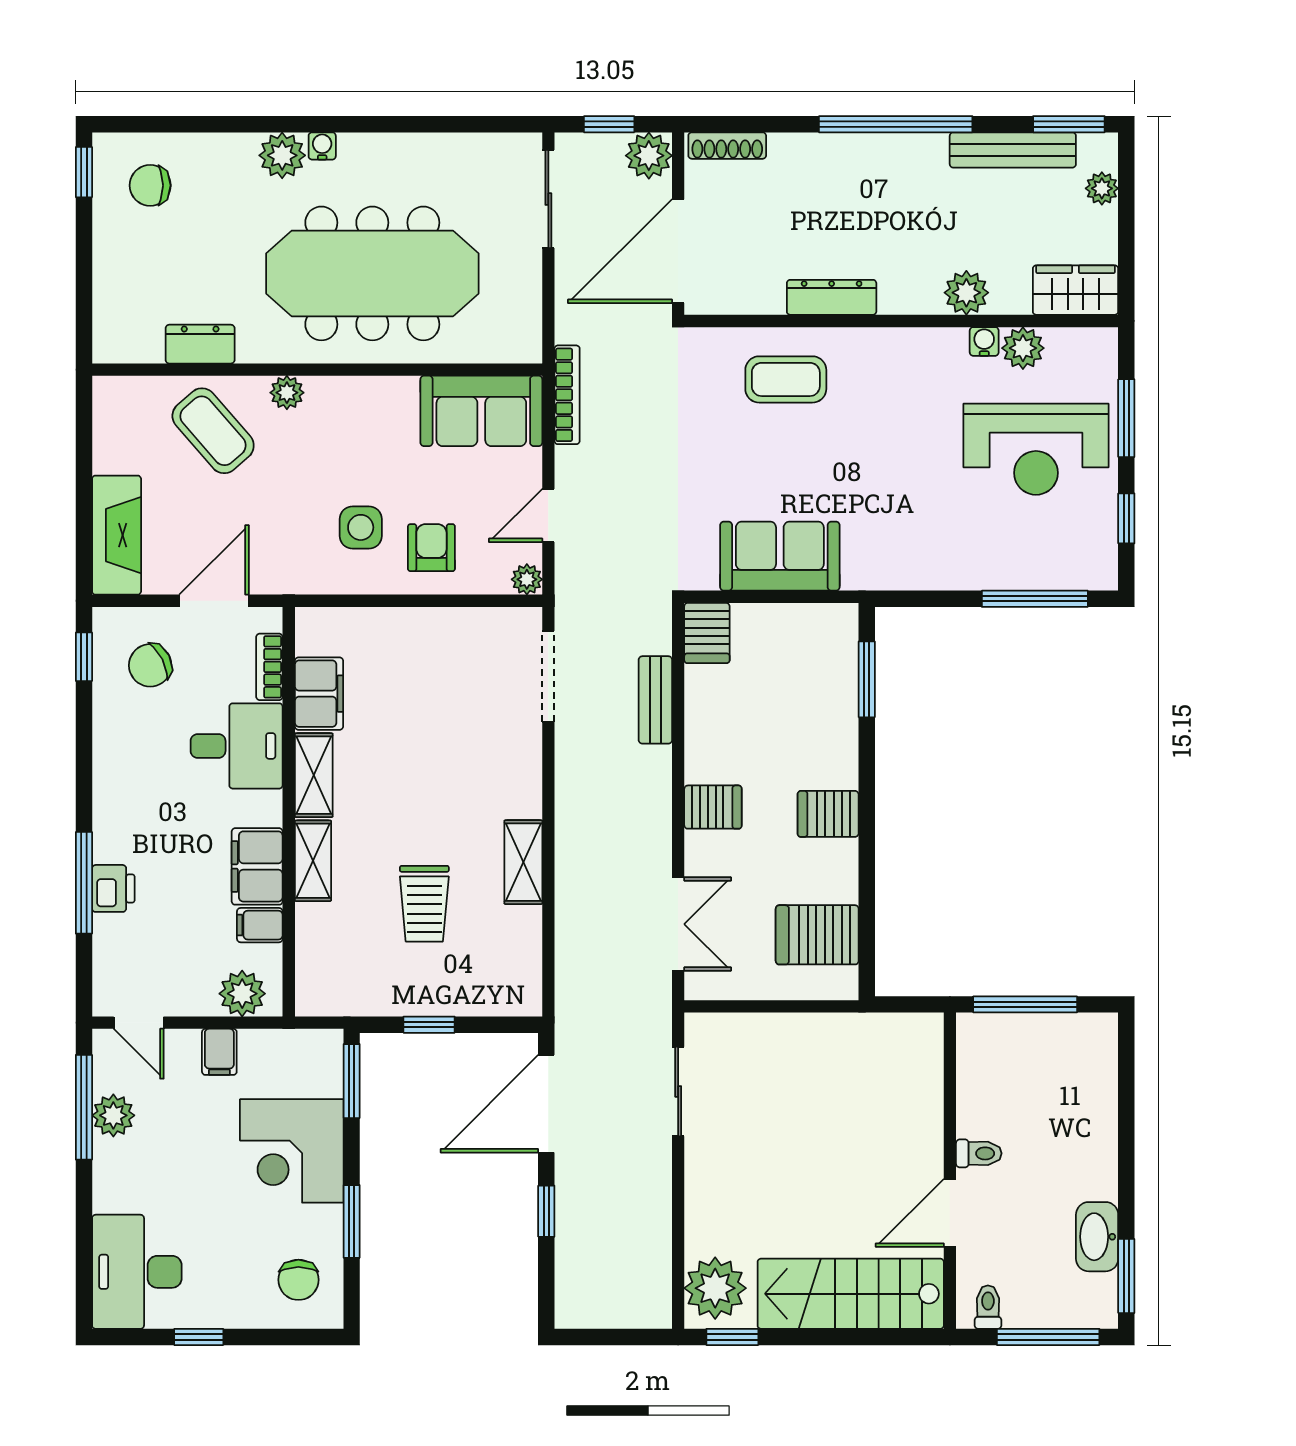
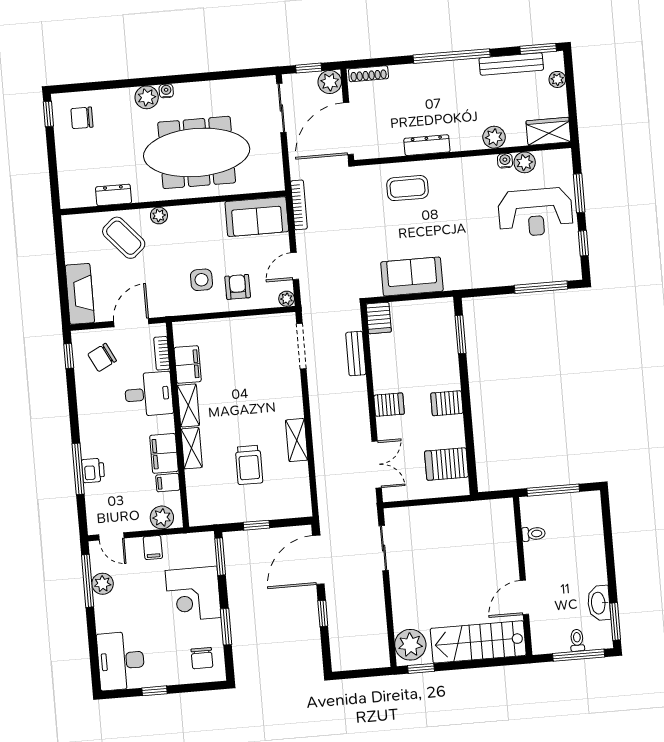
toilet: (979, 1153) -> (534, 534), moved
toilet: (988, 1307) -> (577, 640), moved

